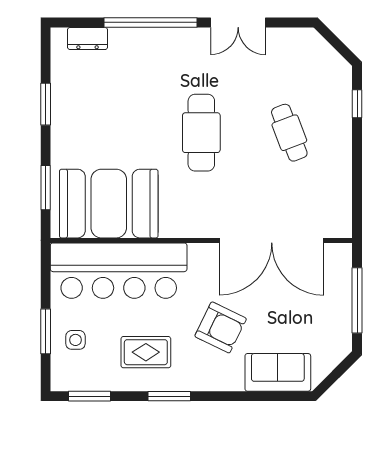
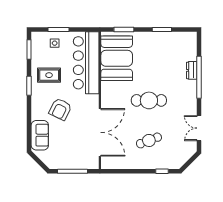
double door: (238, 22) -> (199, 128), moved
dresser: (88, 38) -> (192, 70), moved
double door: (272, 240) -> (100, 132), swing flipped
rug: (146, 352) -> (49, 75), turned 90

